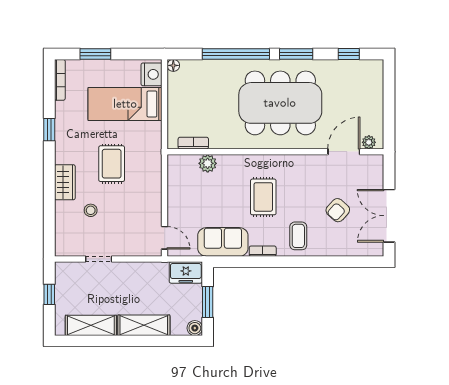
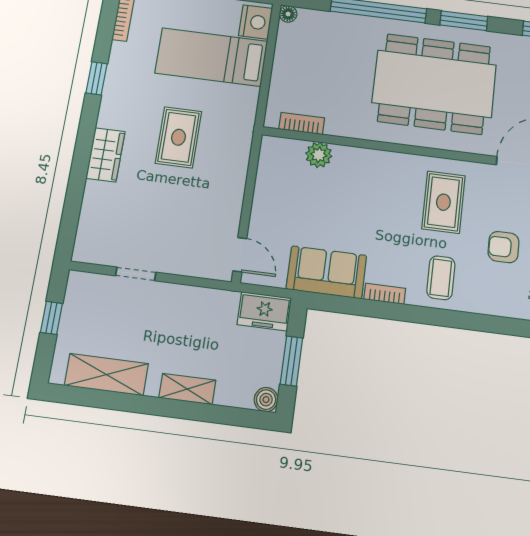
rug: (263, 197) -> (443, 202), moved
stool: (91, 210) -> (136, 200), removed
armchair: (338, 210) -> (504, 247), turned 48
shelving: (144, 325) -> (187, 389), width x0.67, depth x0.75

